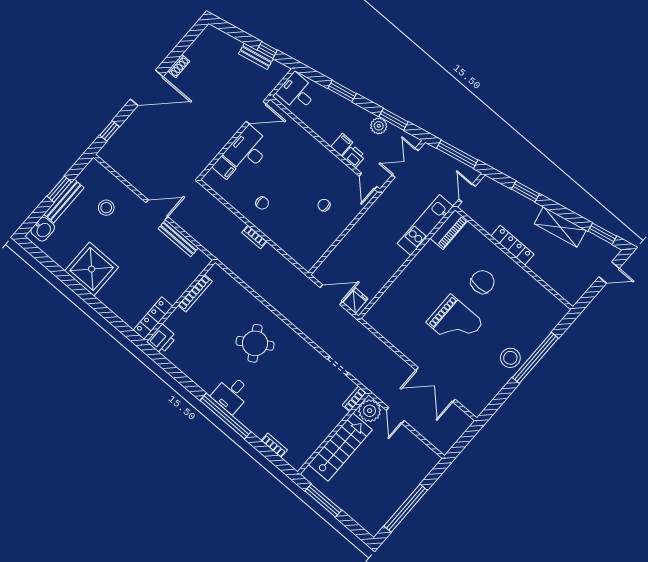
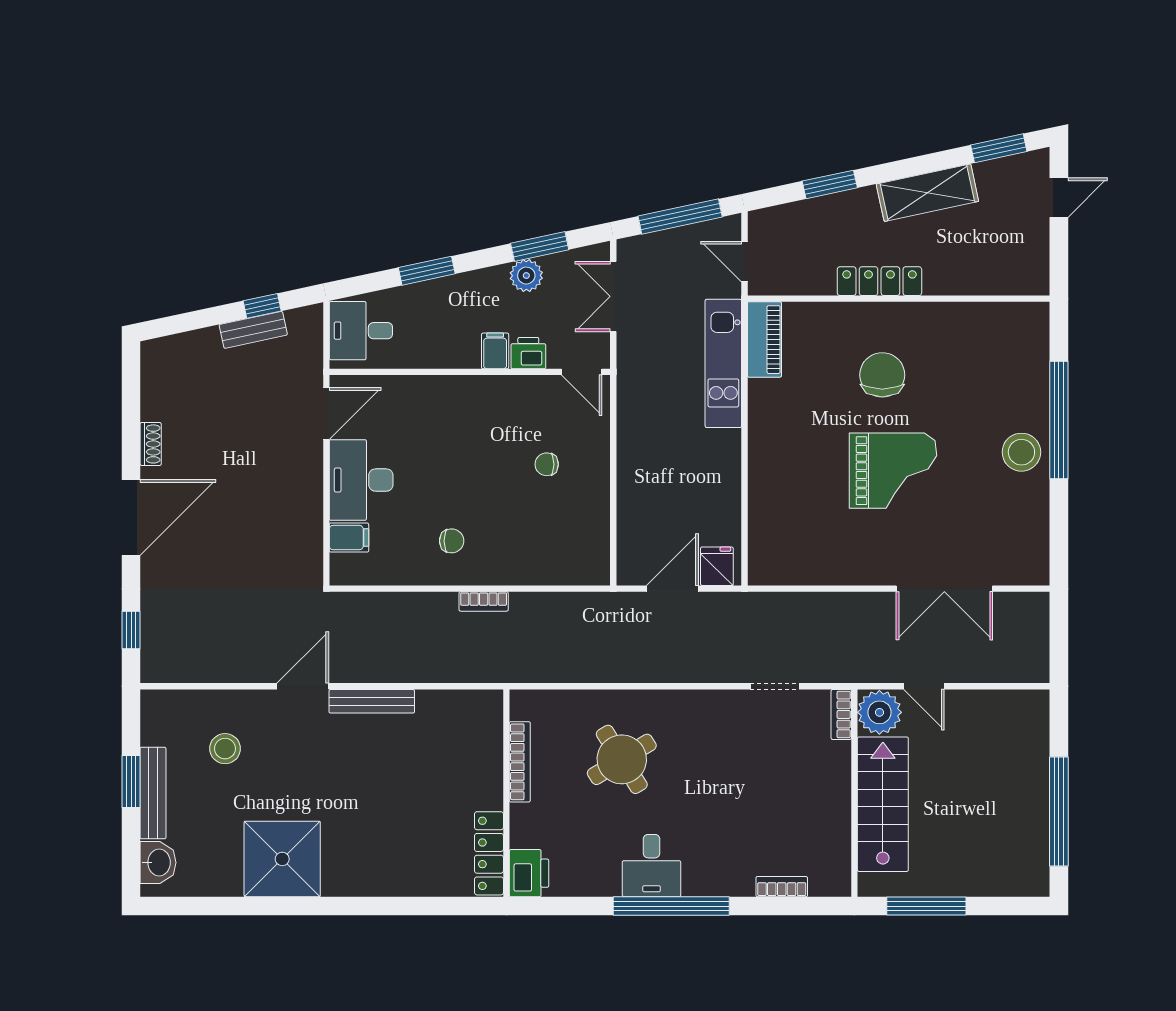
bookcase: (195, 293) -> (520, 762), moved
wall: (180, 301) -> (506, 793), moved
locker: (153, 318) -> (489, 853), moved
printer: (162, 339) -> (529, 873), moved

